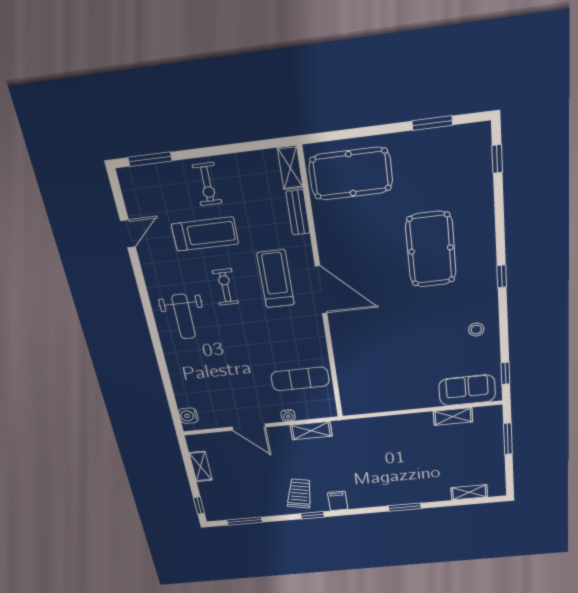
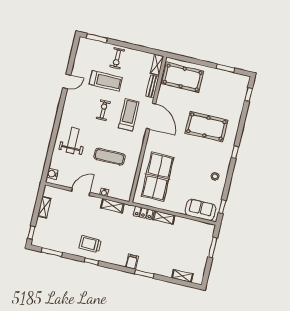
door: (128, 234) -> (67, 81), moved
pool table: (431, 250) -> (206, 127), turned 90
door: (321, 290) -> (151, 116), moved
weight bench: (184, 317) -> (73, 141), moved, turned 180
table tennis table: (371, 363) -> (158, 177), added
exercise mat: (300, 379) -> (109, 157), moved
shelving: (453, 416) -> (164, 217), moved
locker: (368, 425) -> (143, 213), added
door: (249, 427) -> (81, 192), swing flipped
trolley: (299, 494) -> (90, 244), turned -102
filing cabinet: (338, 501) -> (132, 262), moved

